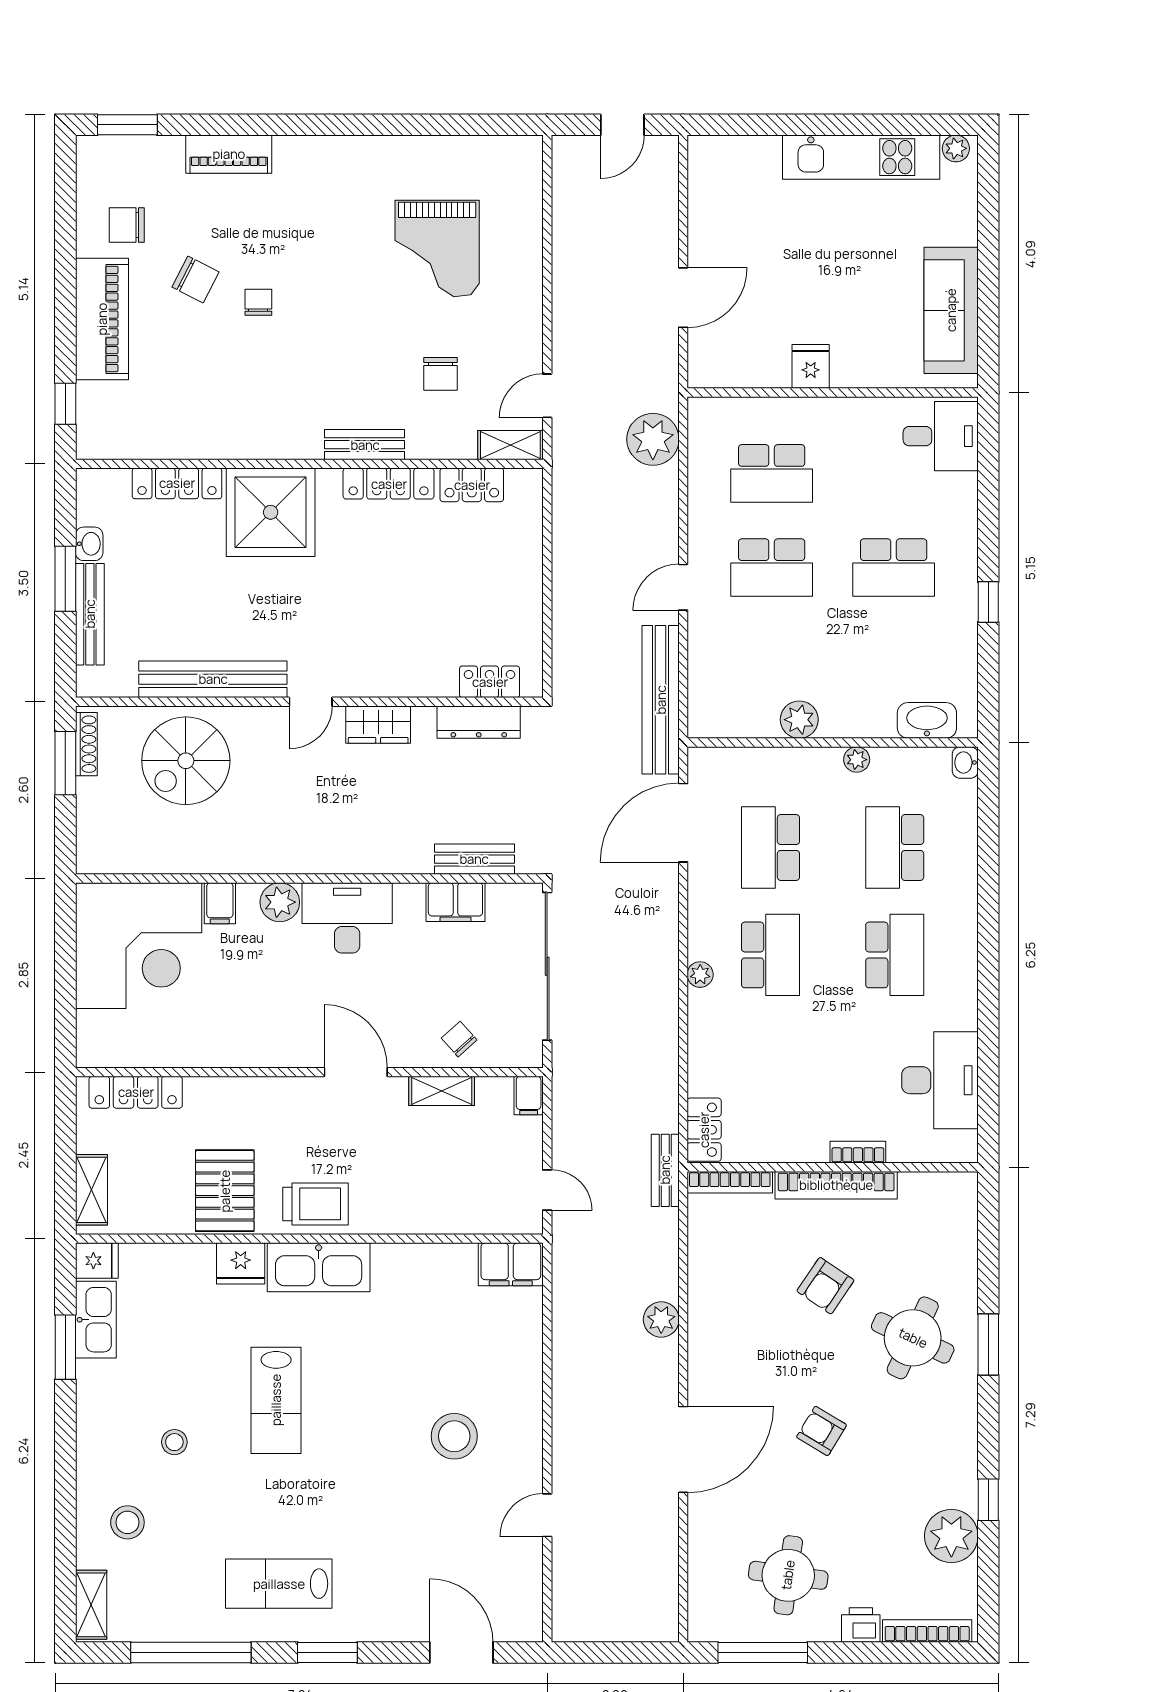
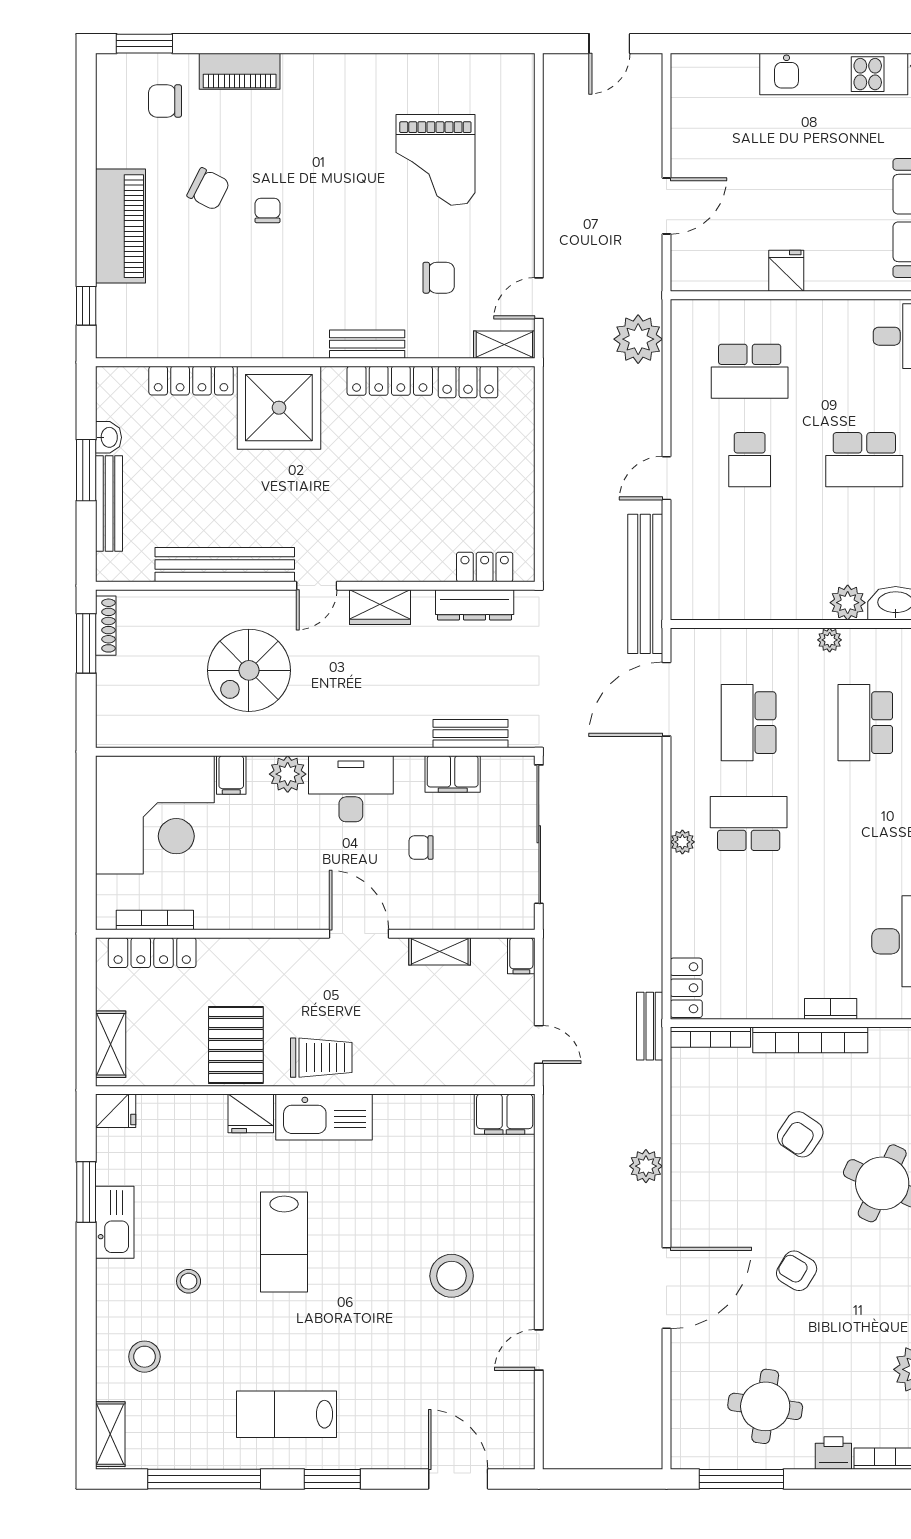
chair: (127, 225) -> (165, 101), moved
chair: (441, 374) -> (439, 278), turned -90
school desk: (772, 568) -> (750, 460), width x0.54
plant: (799, 720) -> (848, 603), moved
spiral stairs: (186, 761) -> (249, 670), moved
school desk: (771, 955) -> (749, 824), turned -90
school desk: (895, 955) -> (865, 824), removed
chair: (459, 1039) -> (421, 847), moved, turned -48
bookcase: (138, 1058) -> (155, 920), added
kitchen sink: (96, 1320) -> (115, 1222), moved

